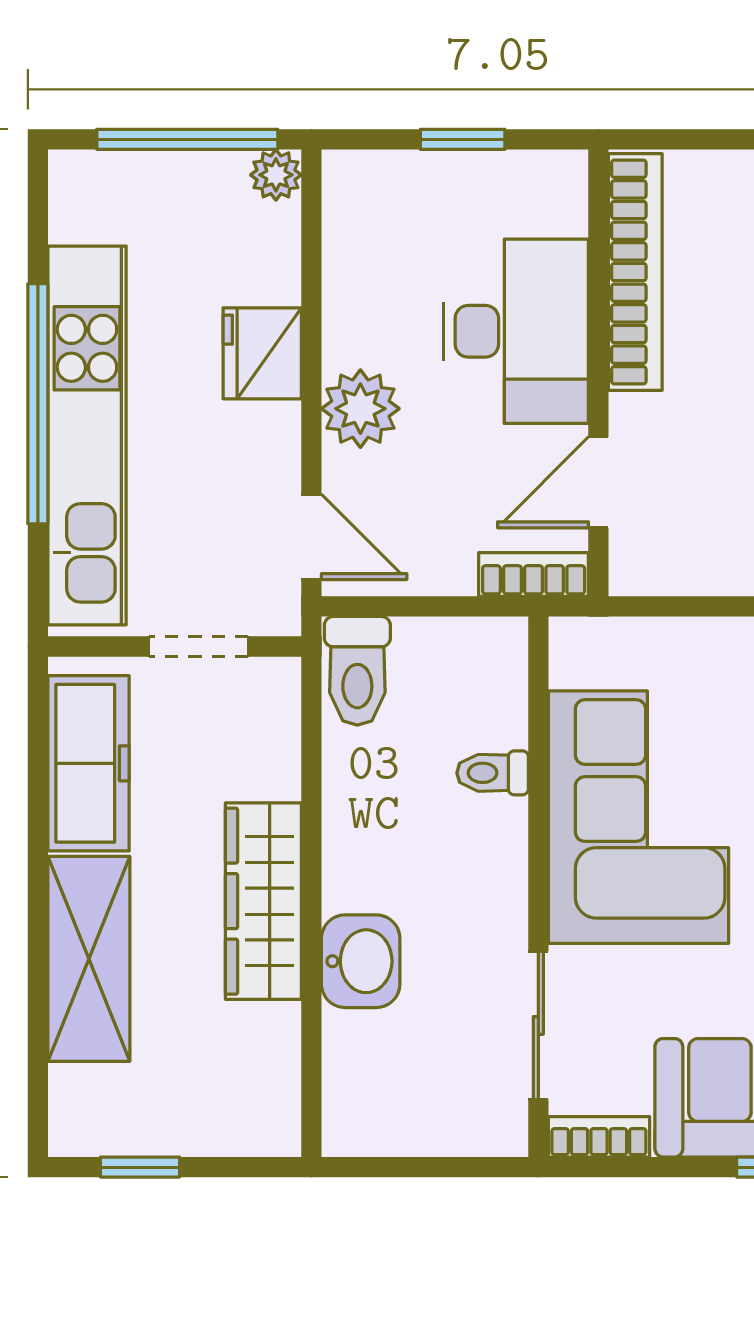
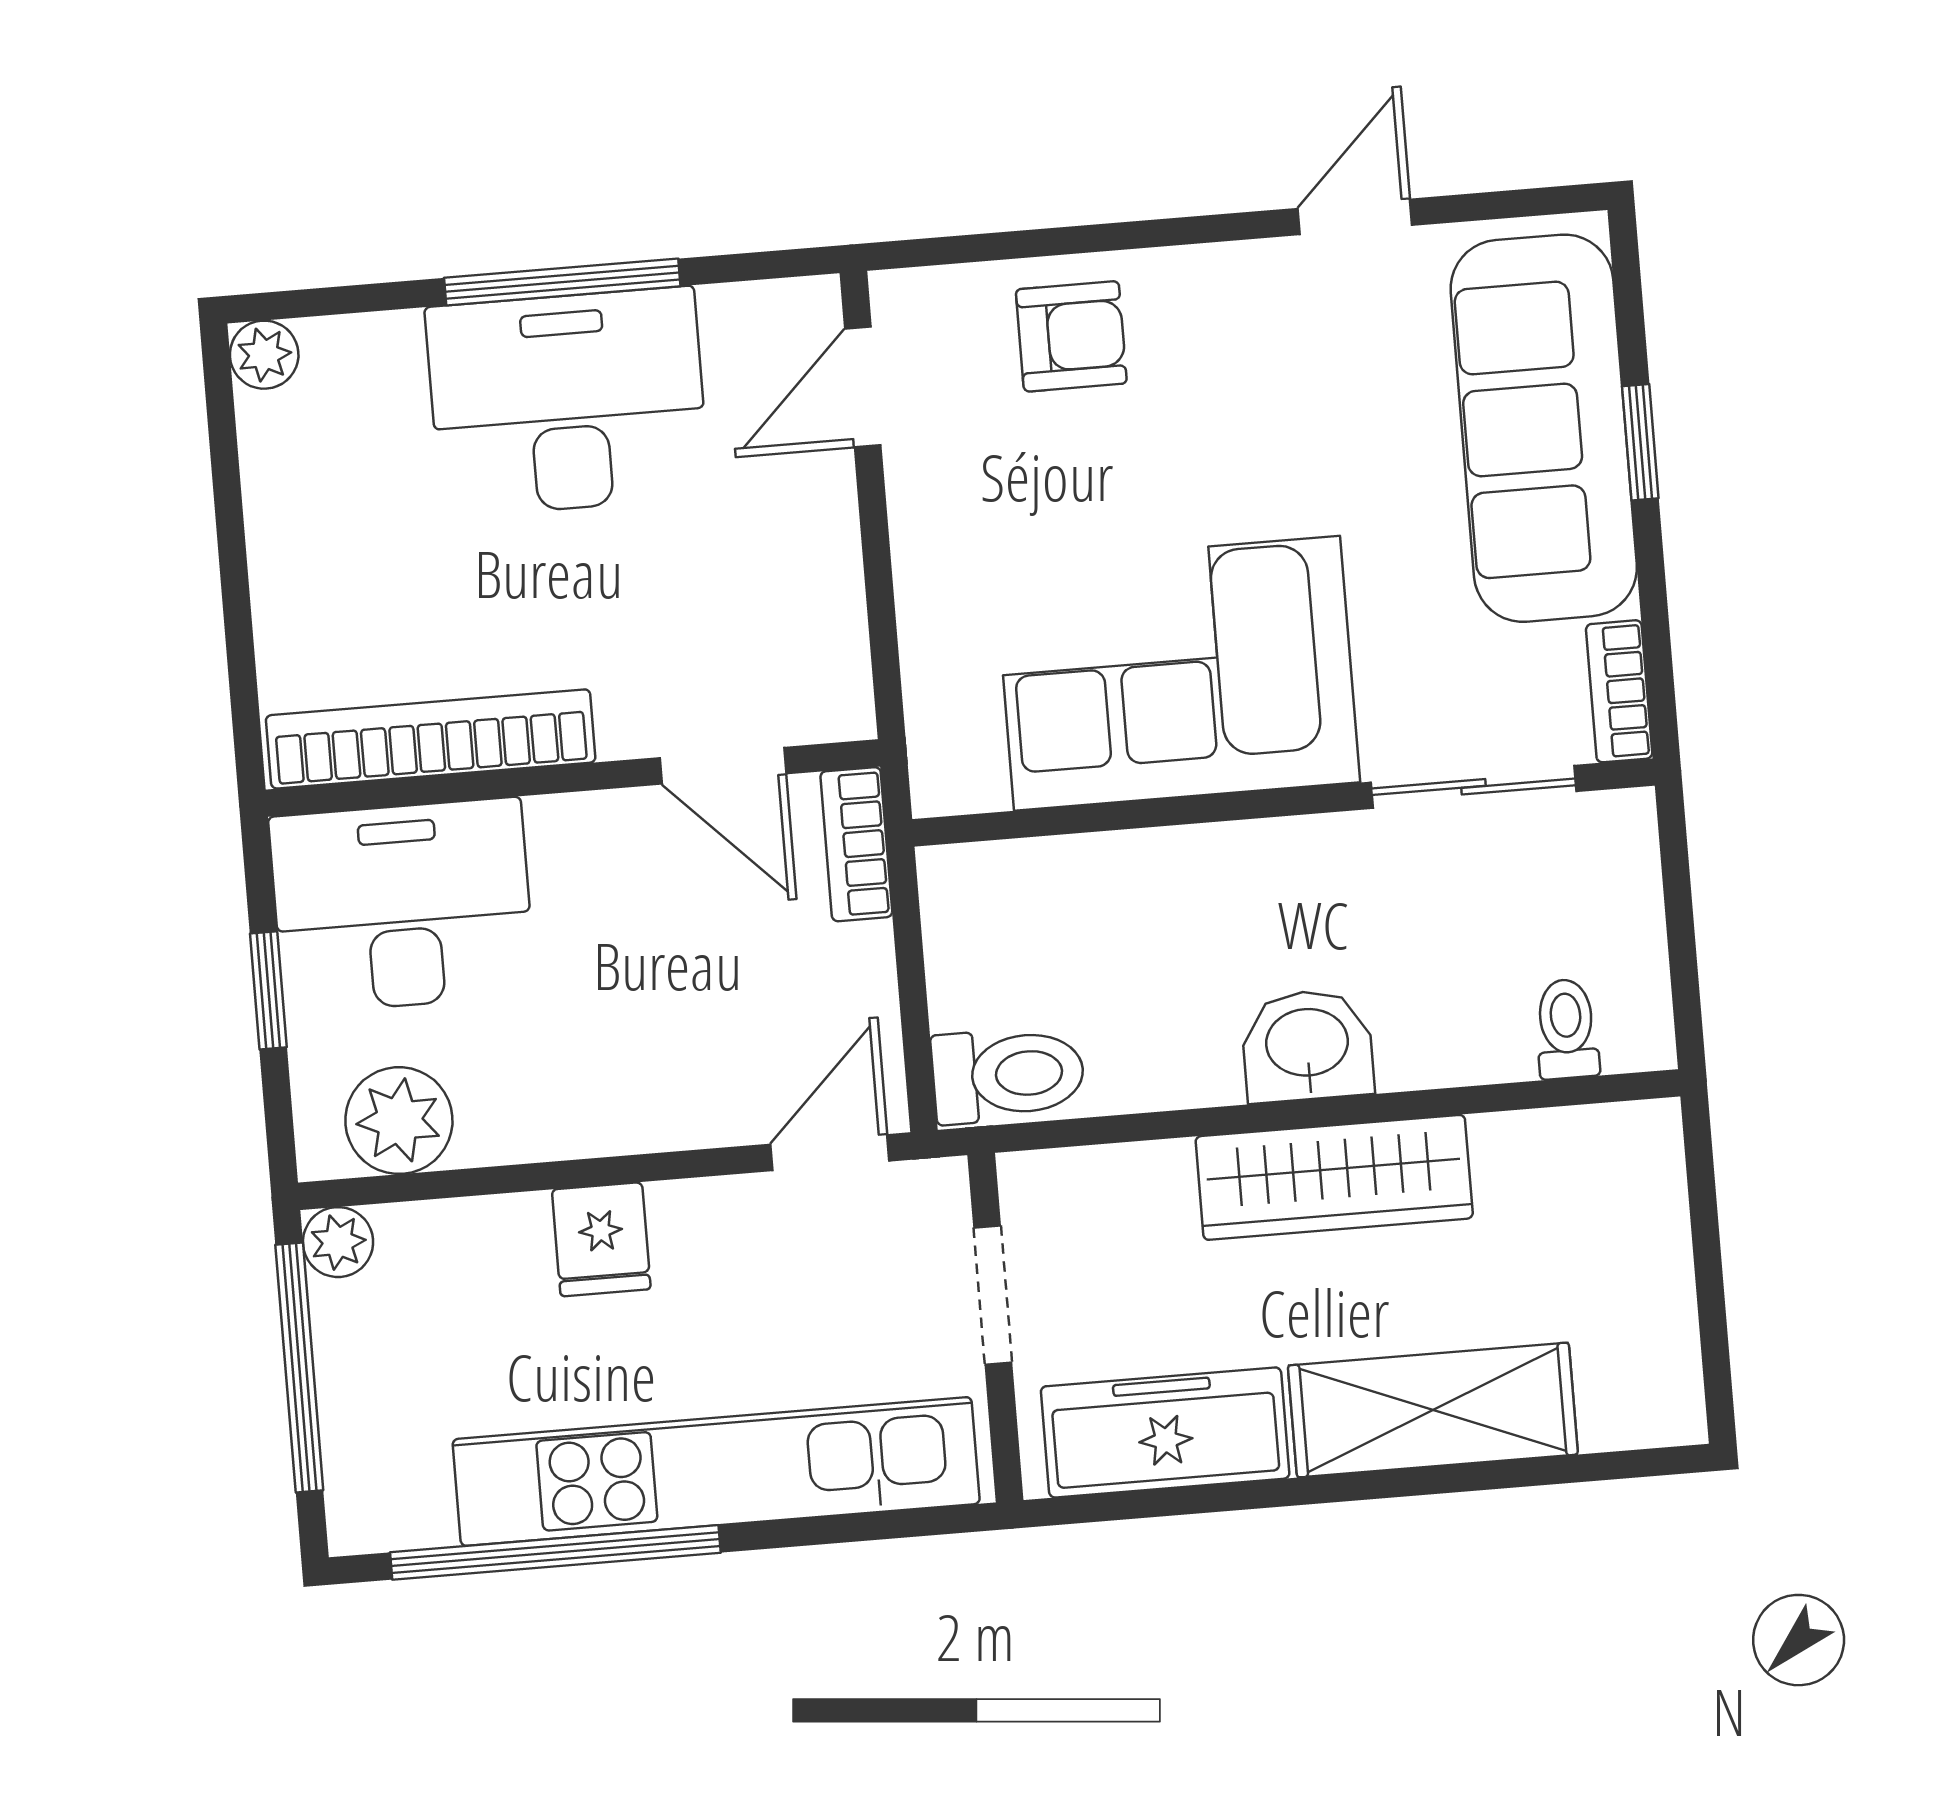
desk: (516, 331) -> (402, 906), moved
fridge: (262, 353) -> (601, 1239), width x0.72
window: (38, 404) -> (555, 1552), moved
plant: (360, 409) -> (399, 1121), moved
toilet: (493, 773) -> (1567, 1029), moved, turned 180
washbasin: (361, 961) -> (1307, 1046), moved
window: (140, 1167) -> (1712, 1317), removed

